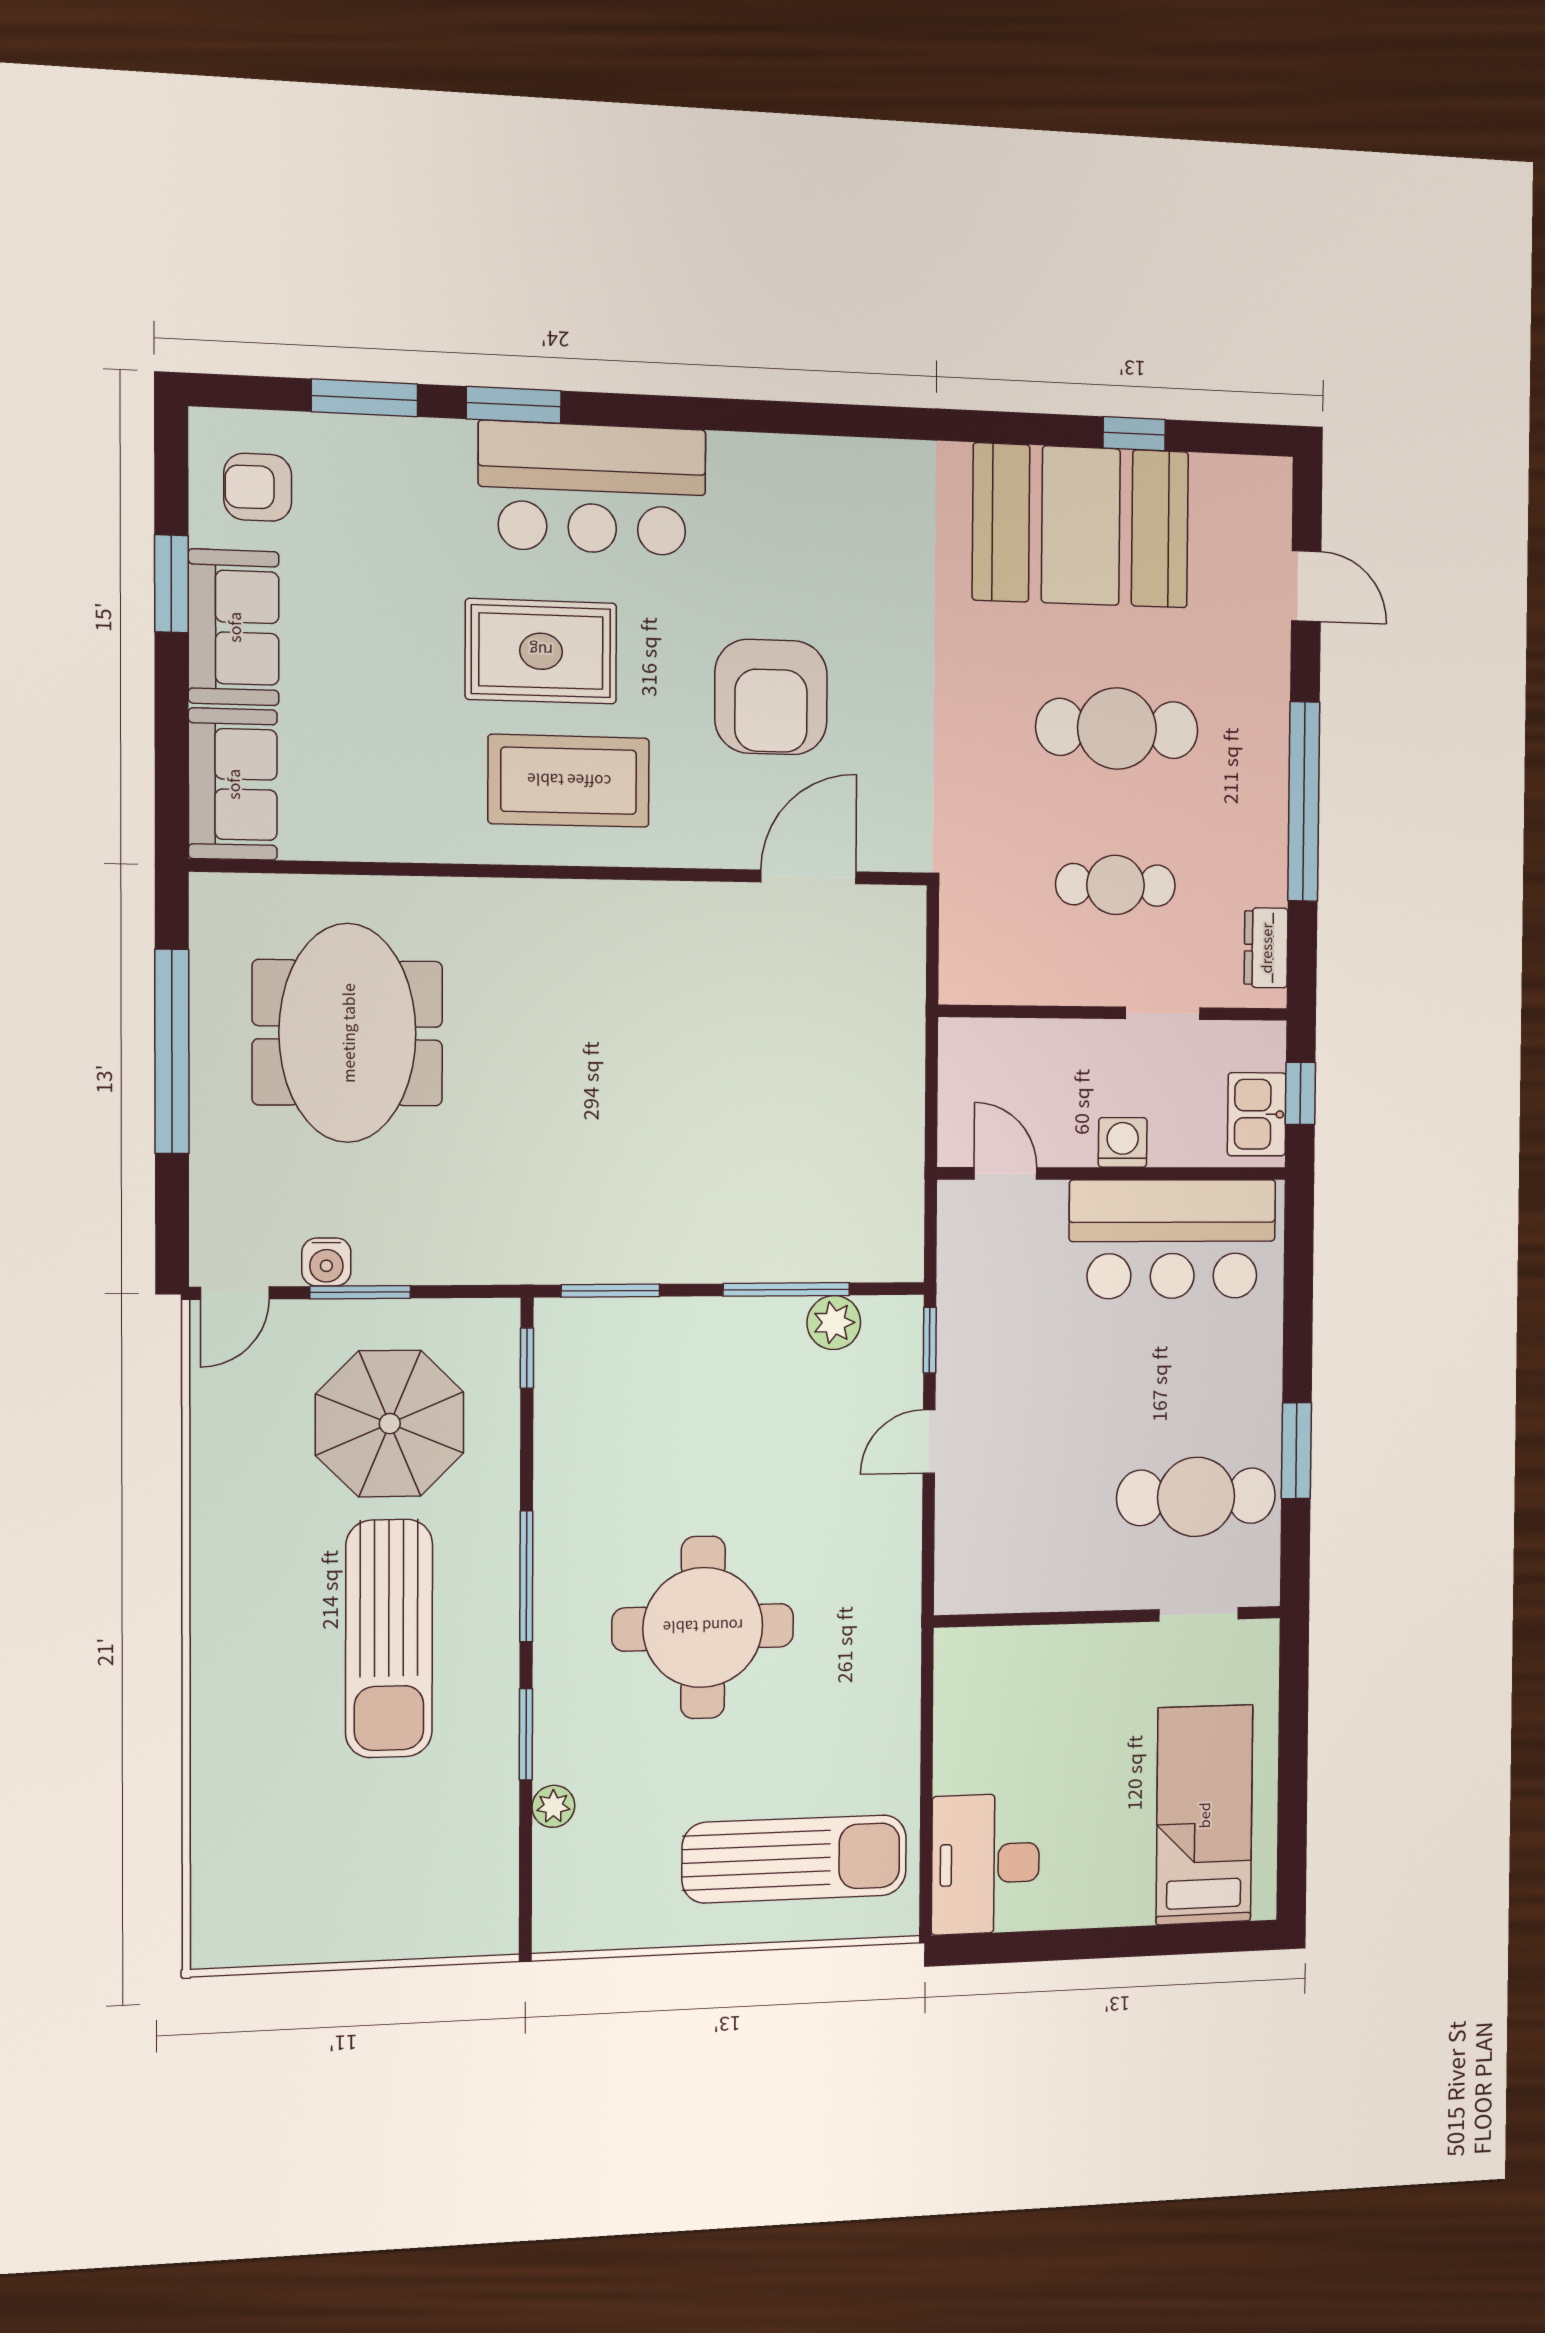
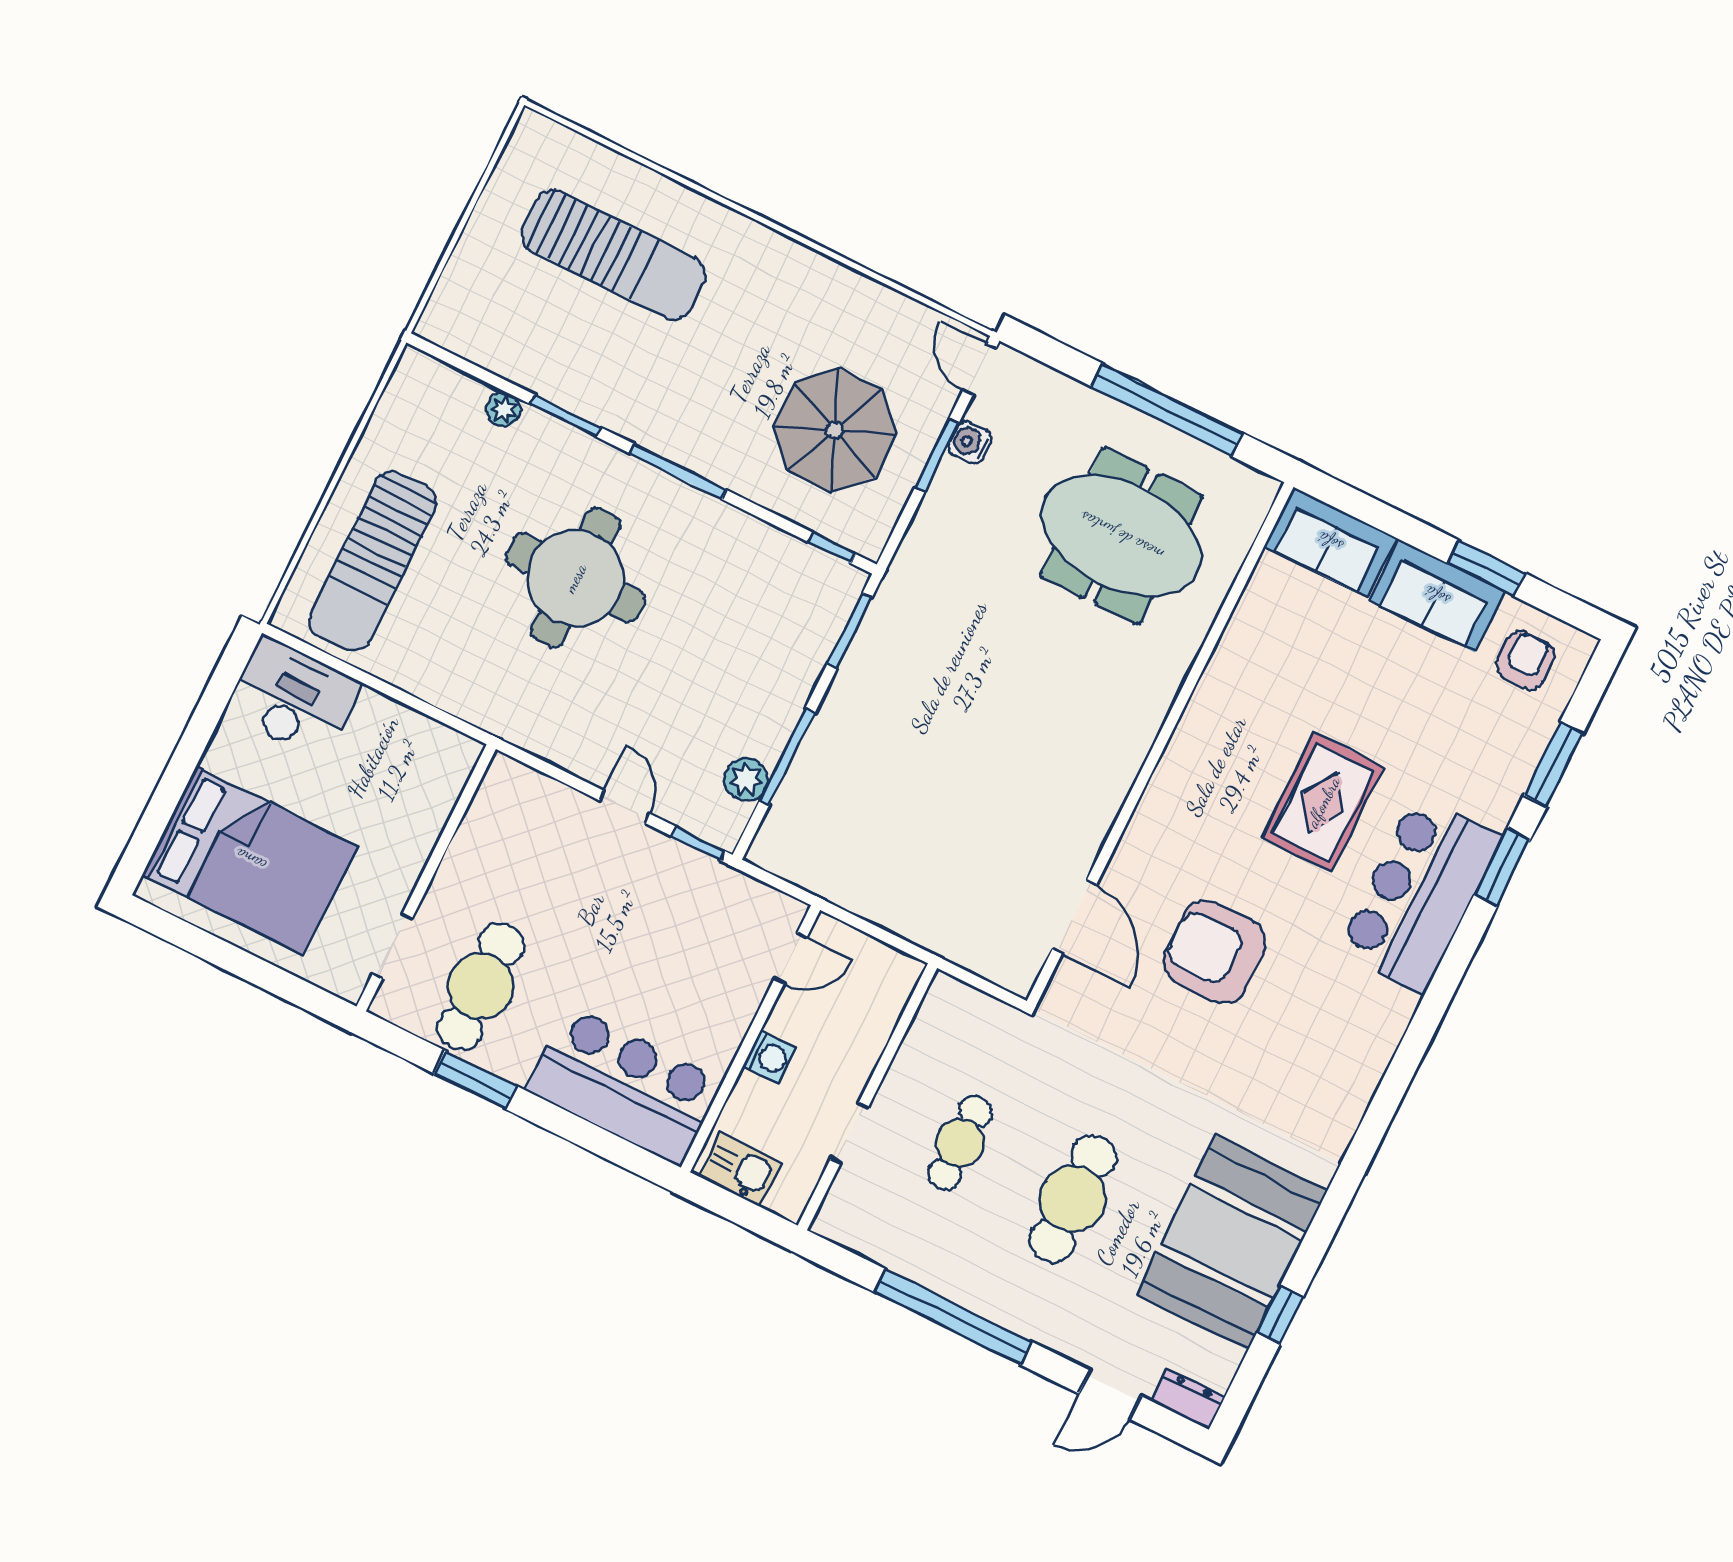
coffee table: (569, 781) -> (1223, 777), removed
dresser: (1266, 948) -> (1188, 1399), moved
window: (1300, 1093) -> (739, 1211), removed
bar counter: (1173, 1239) -> (624, 1086), moved, turned 90
sun lounger: (389, 1639) -> (614, 255), moved, turned 180
bed: (1204, 1815) -> (250, 860), width x1.50

